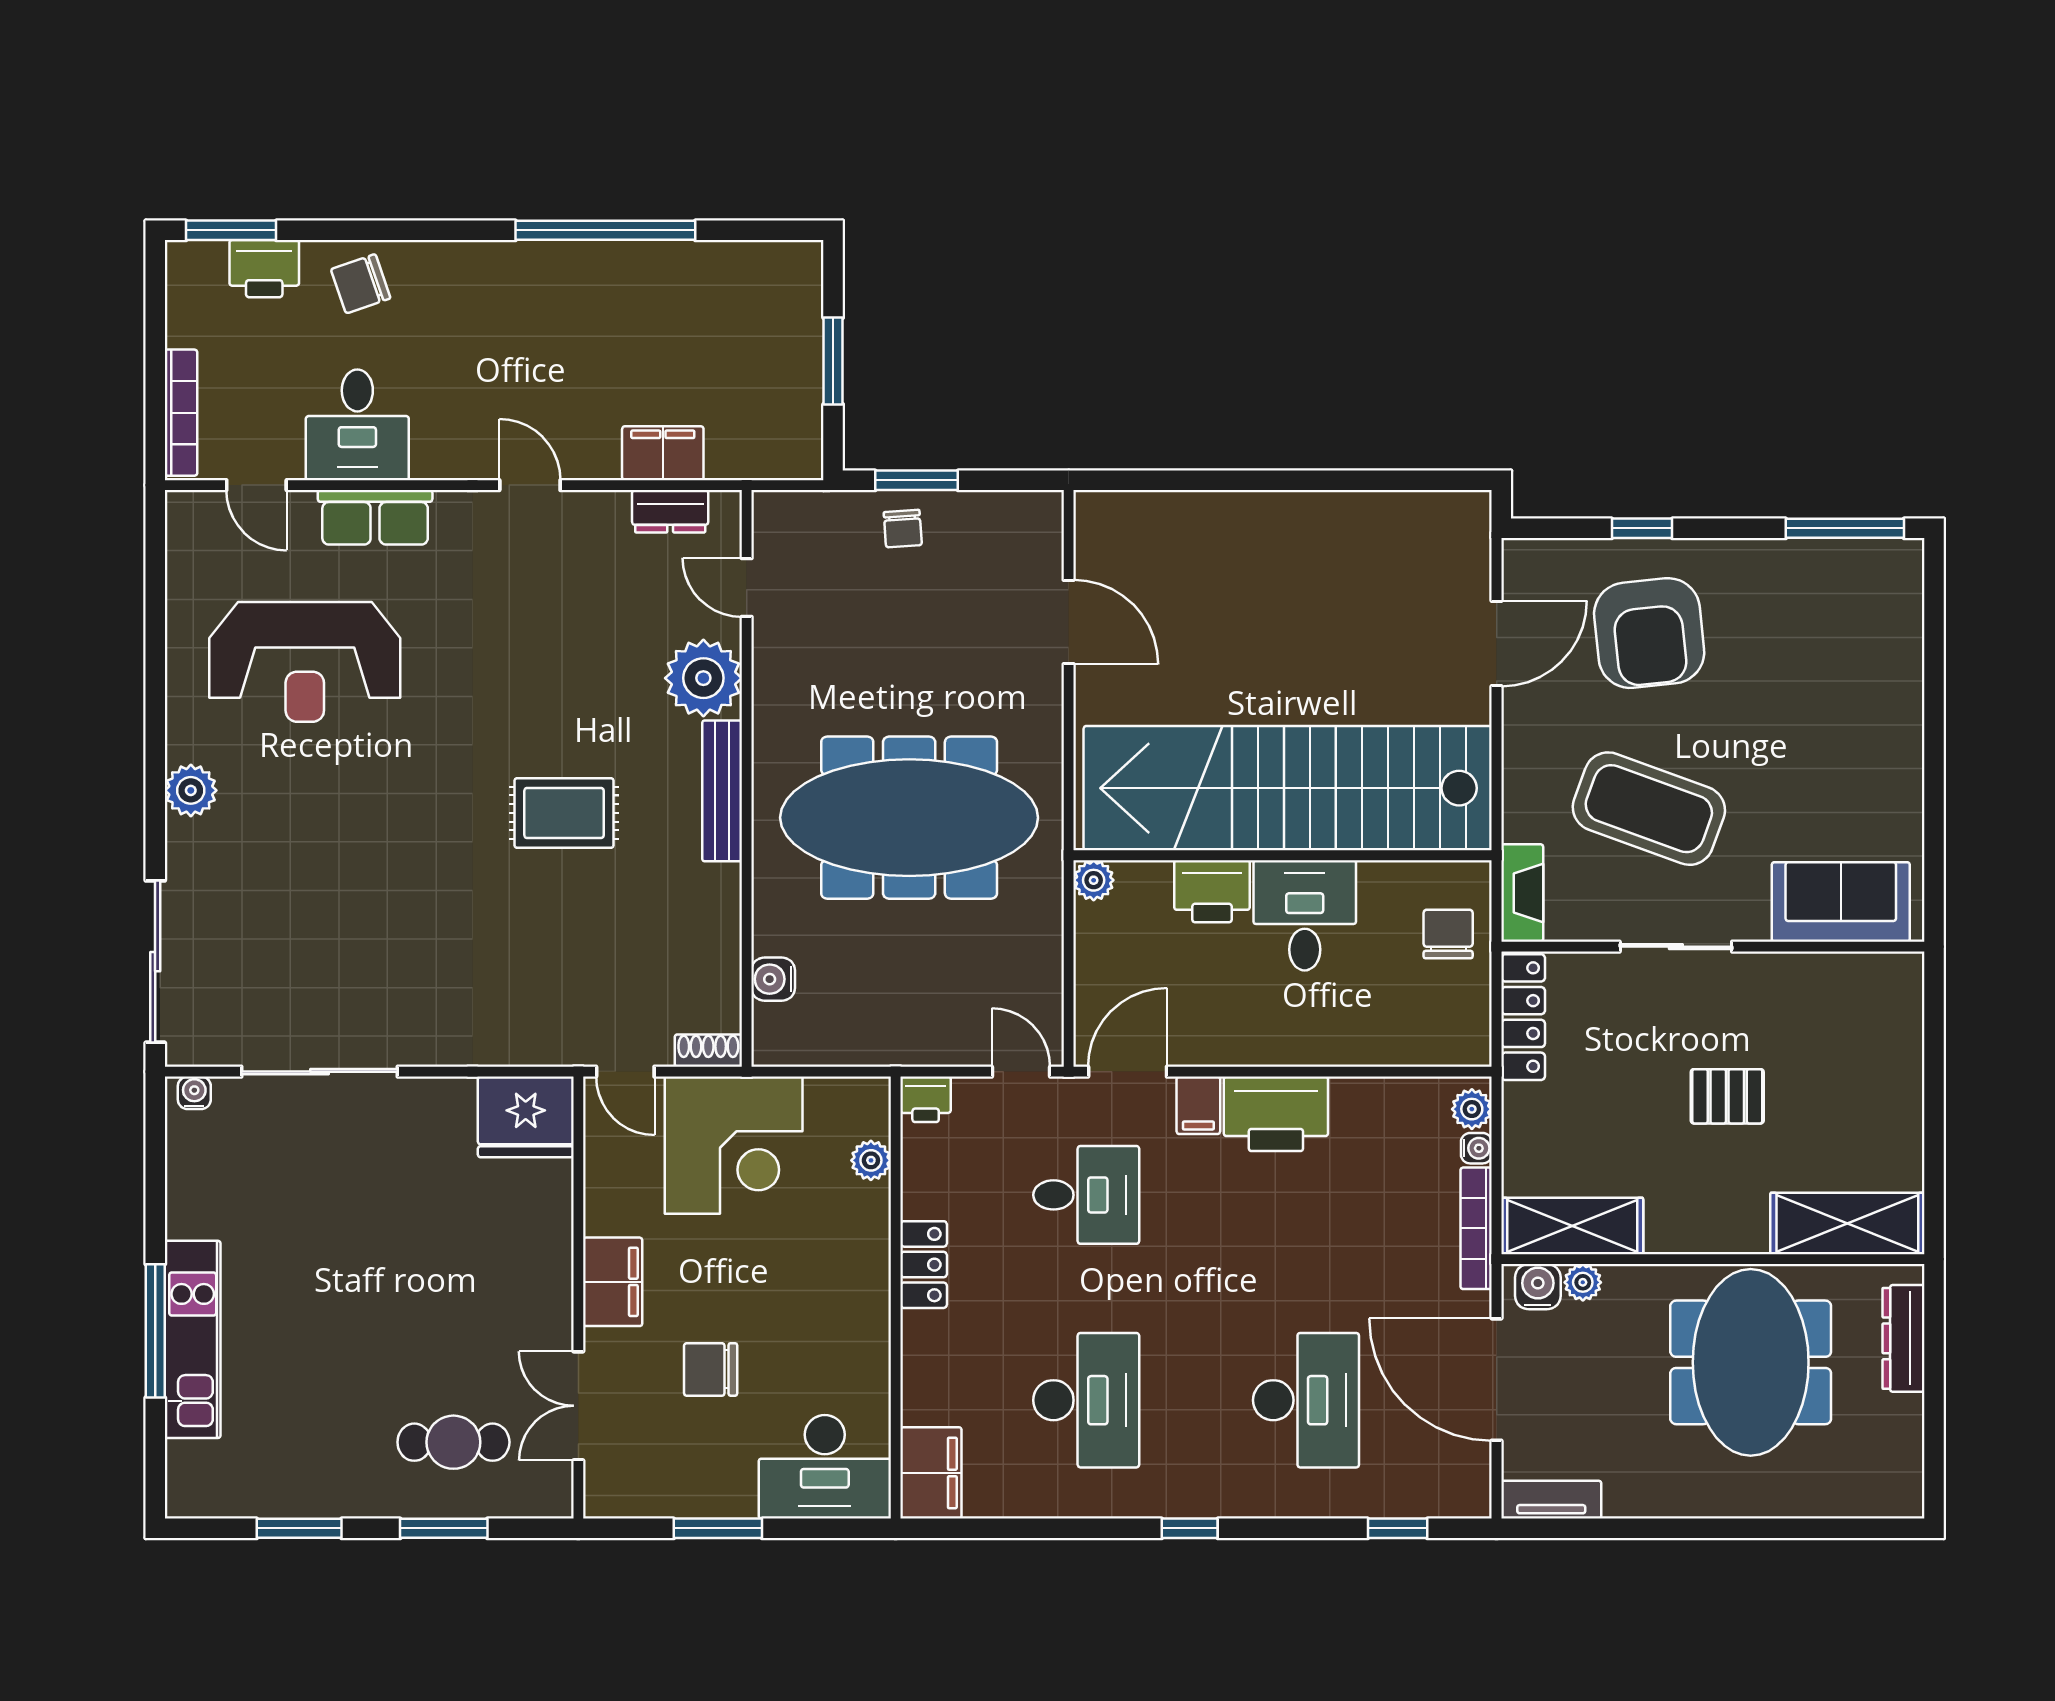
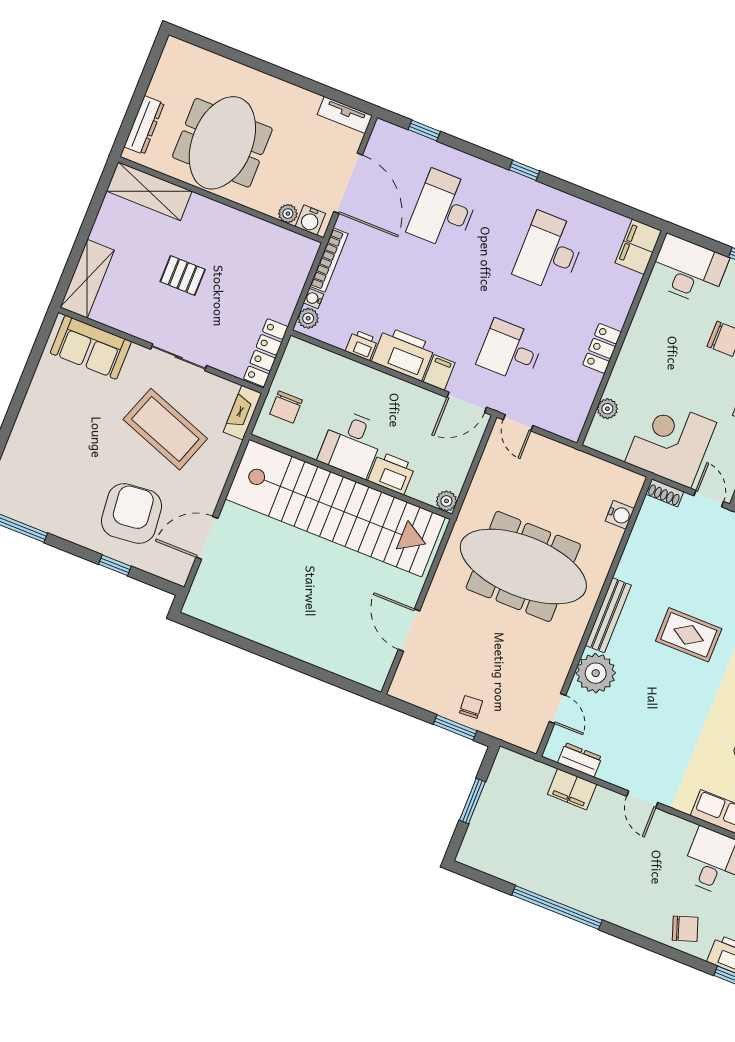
printer: (926, 1099) -> (362, 345), moved
shelving: (1572, 1226) -> (87, 279), moved, turned 90

